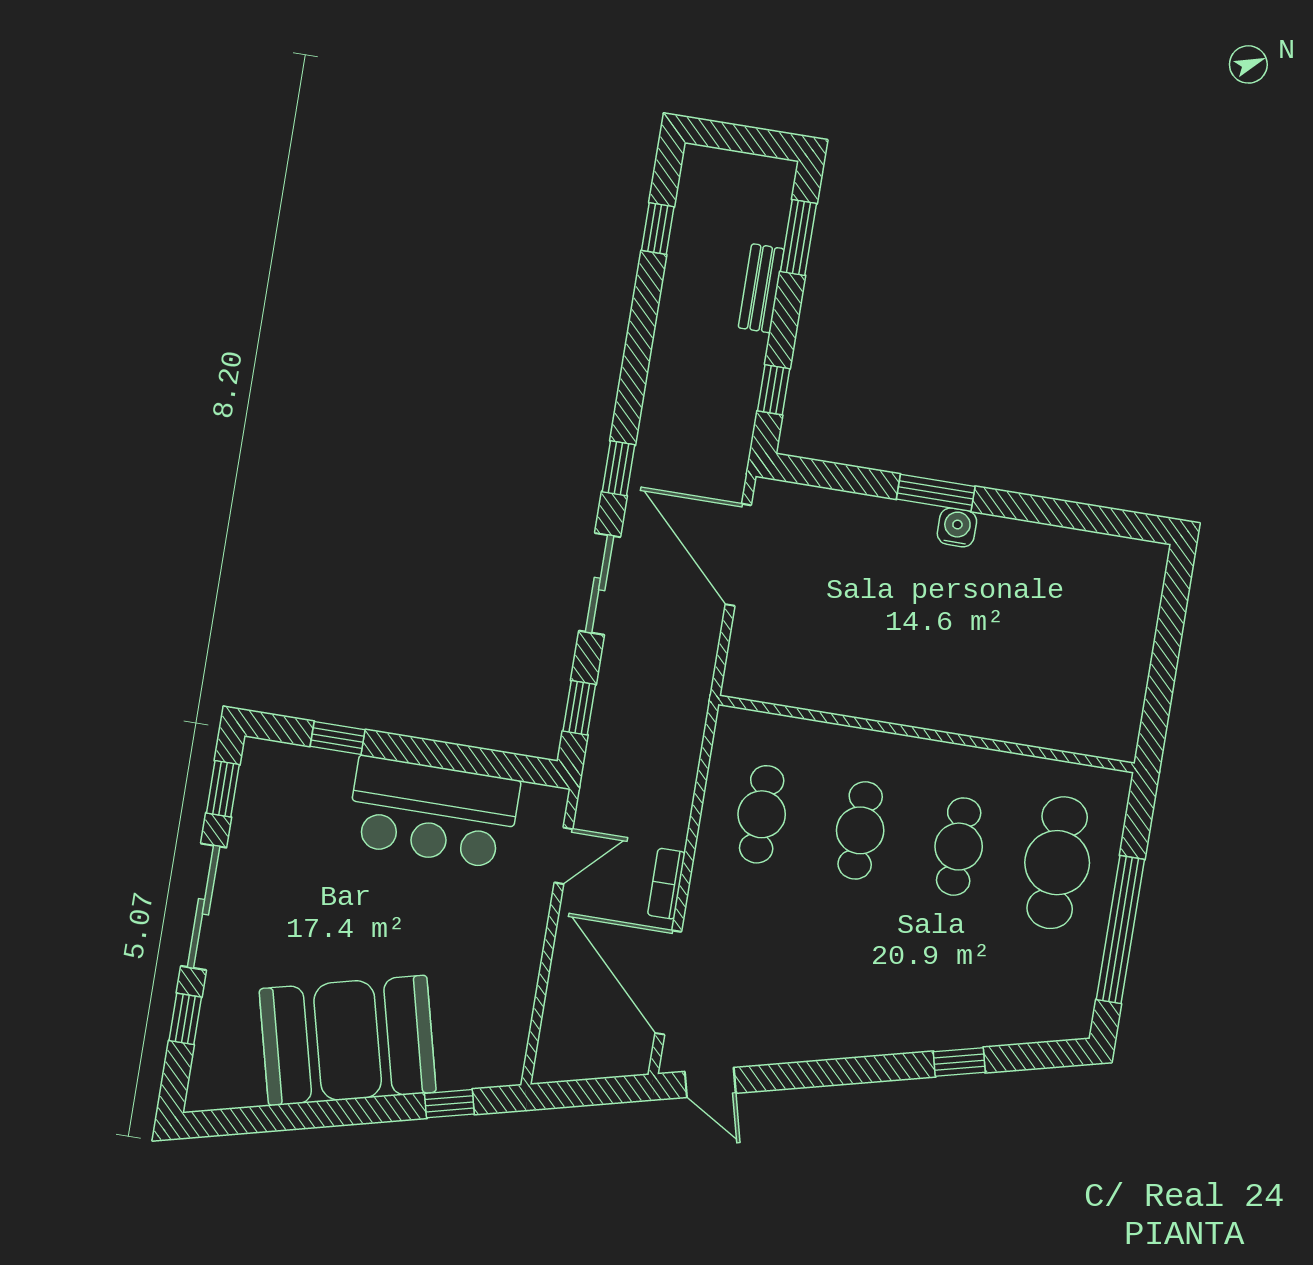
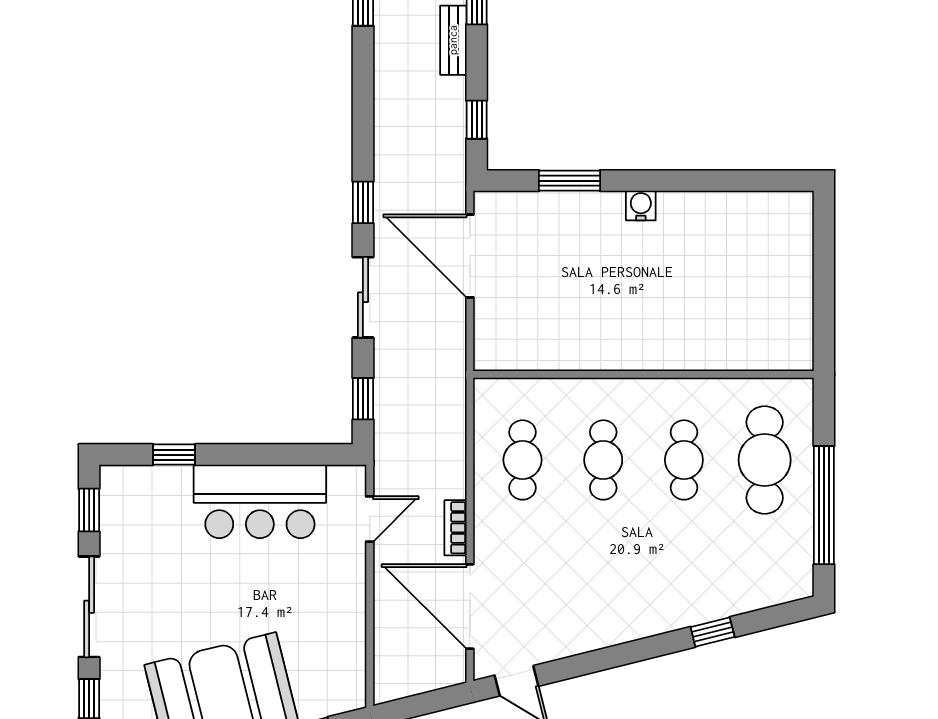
window: (936, 493) -> (570, 181), moved

